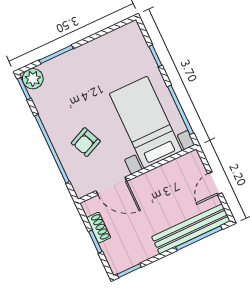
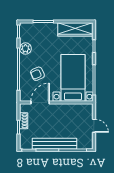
wardrobe: (113, 43) -> (75, 29), added
plant: (33, 79) -> (25, 48), moved
door: (215, 183) -> (94, 126), swing flipped
door: (111, 186) -> (40, 102), swing flipped
bench: (191, 229) -> (54, 144), moved

